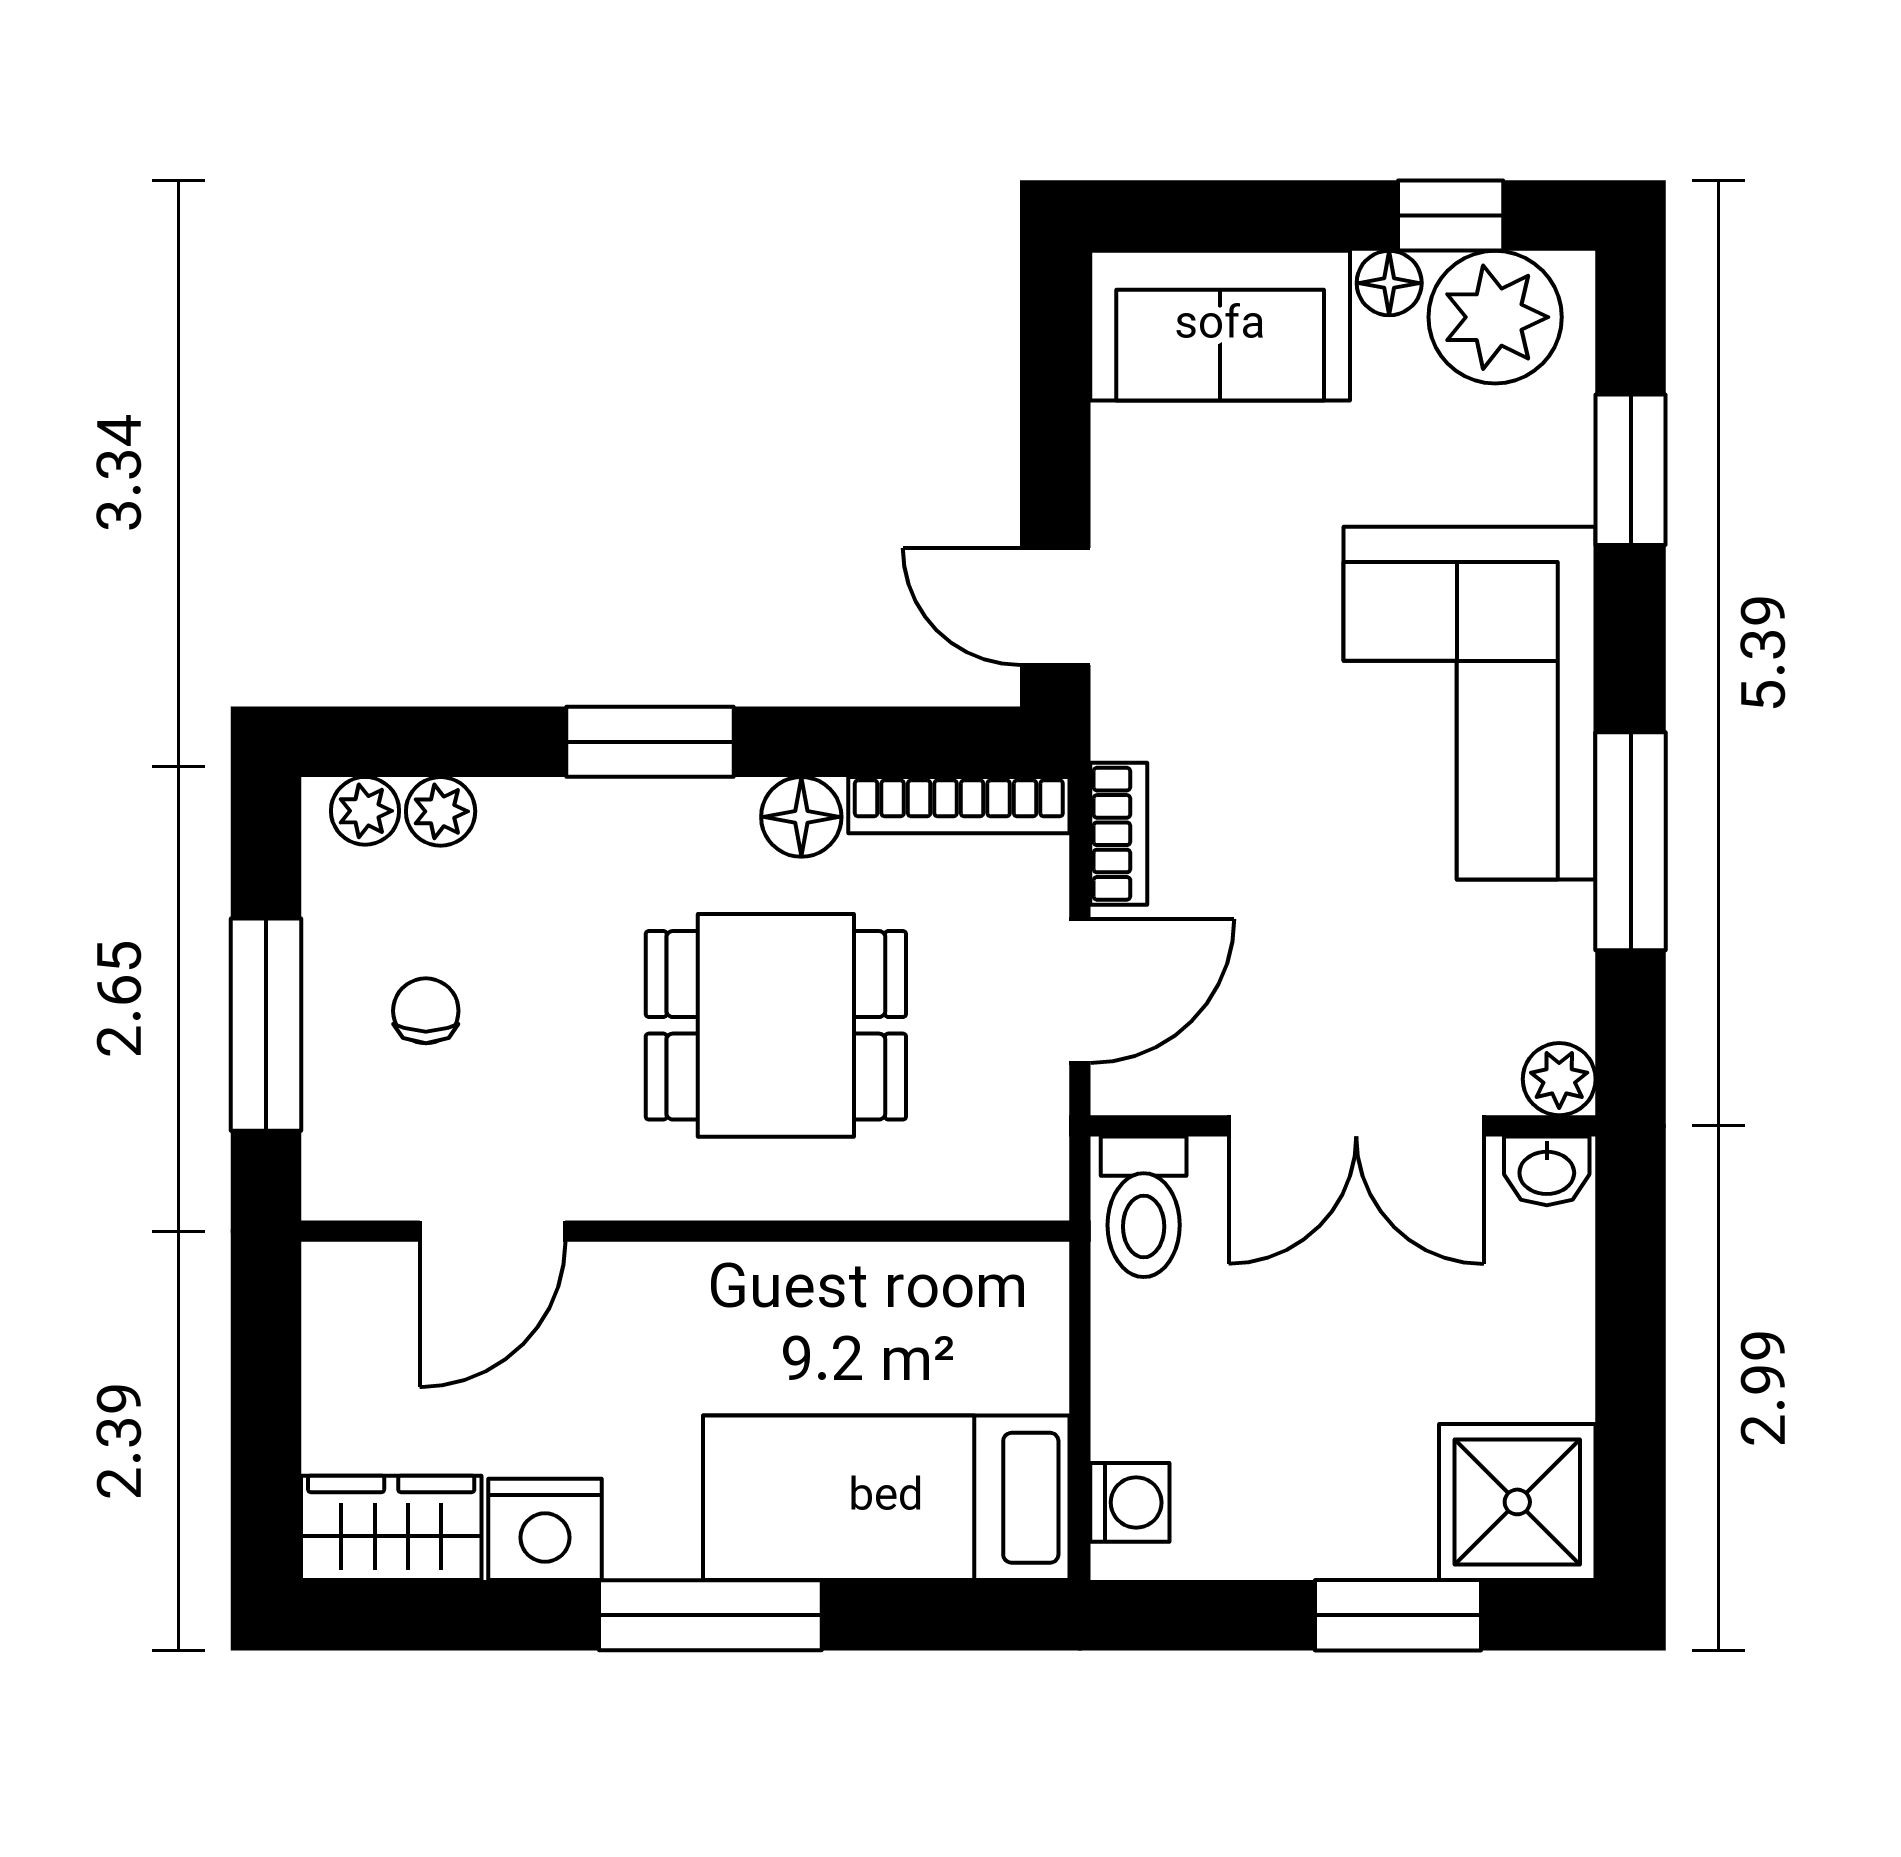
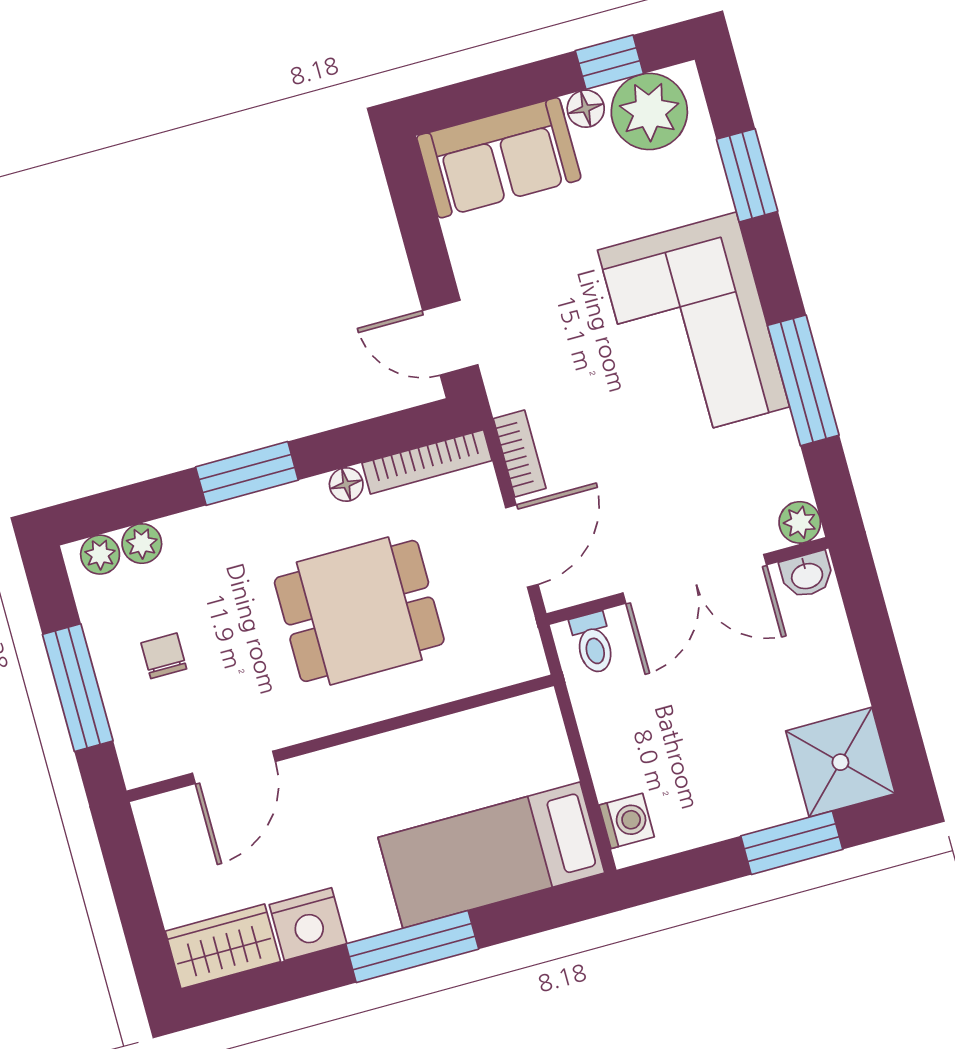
floor lamp: (801, 817) -> (346, 484), width x0.73, depth x0.73
toilet: (1144, 1207) -> (593, 643), width x0.73, depth x0.72

